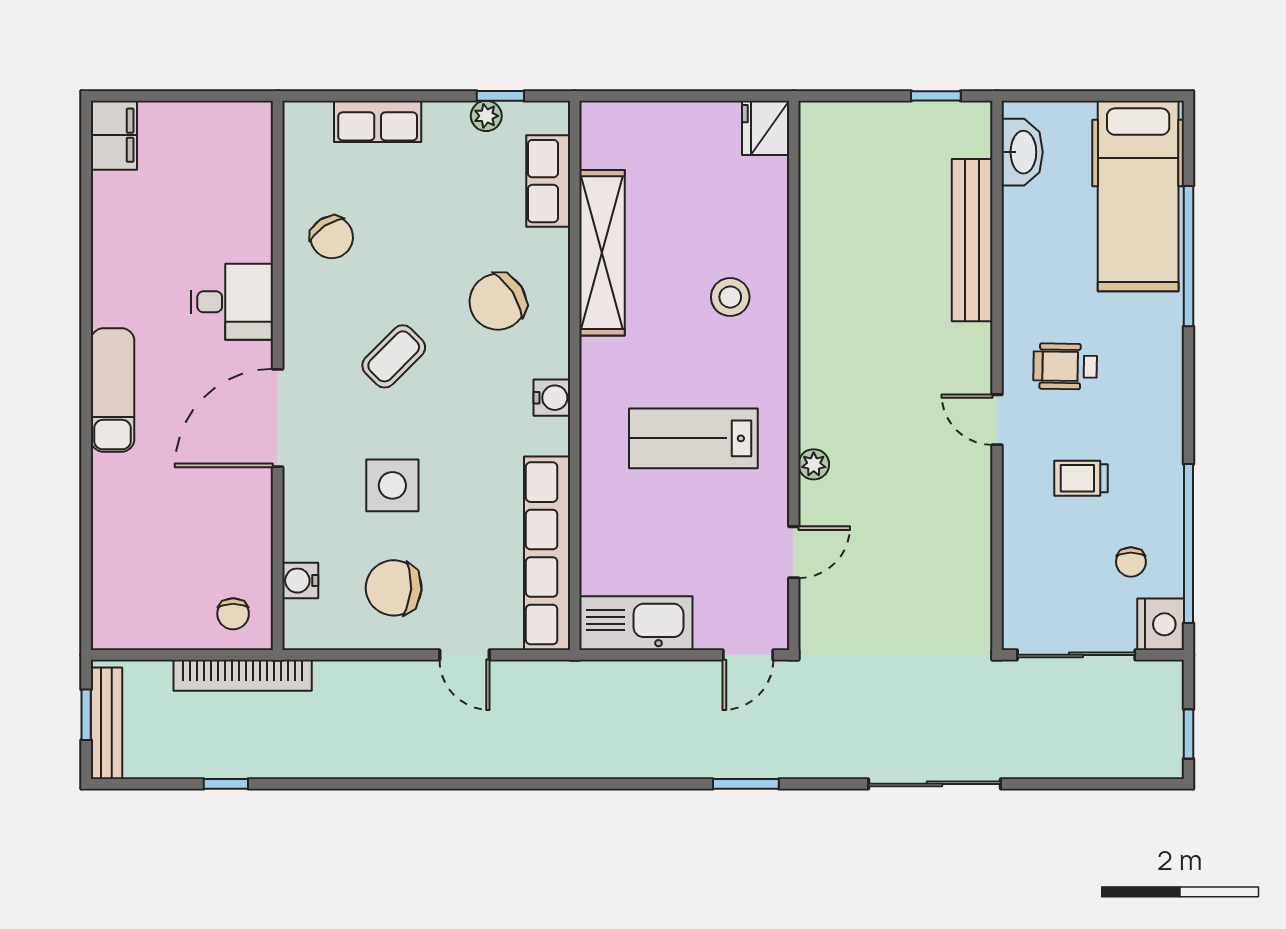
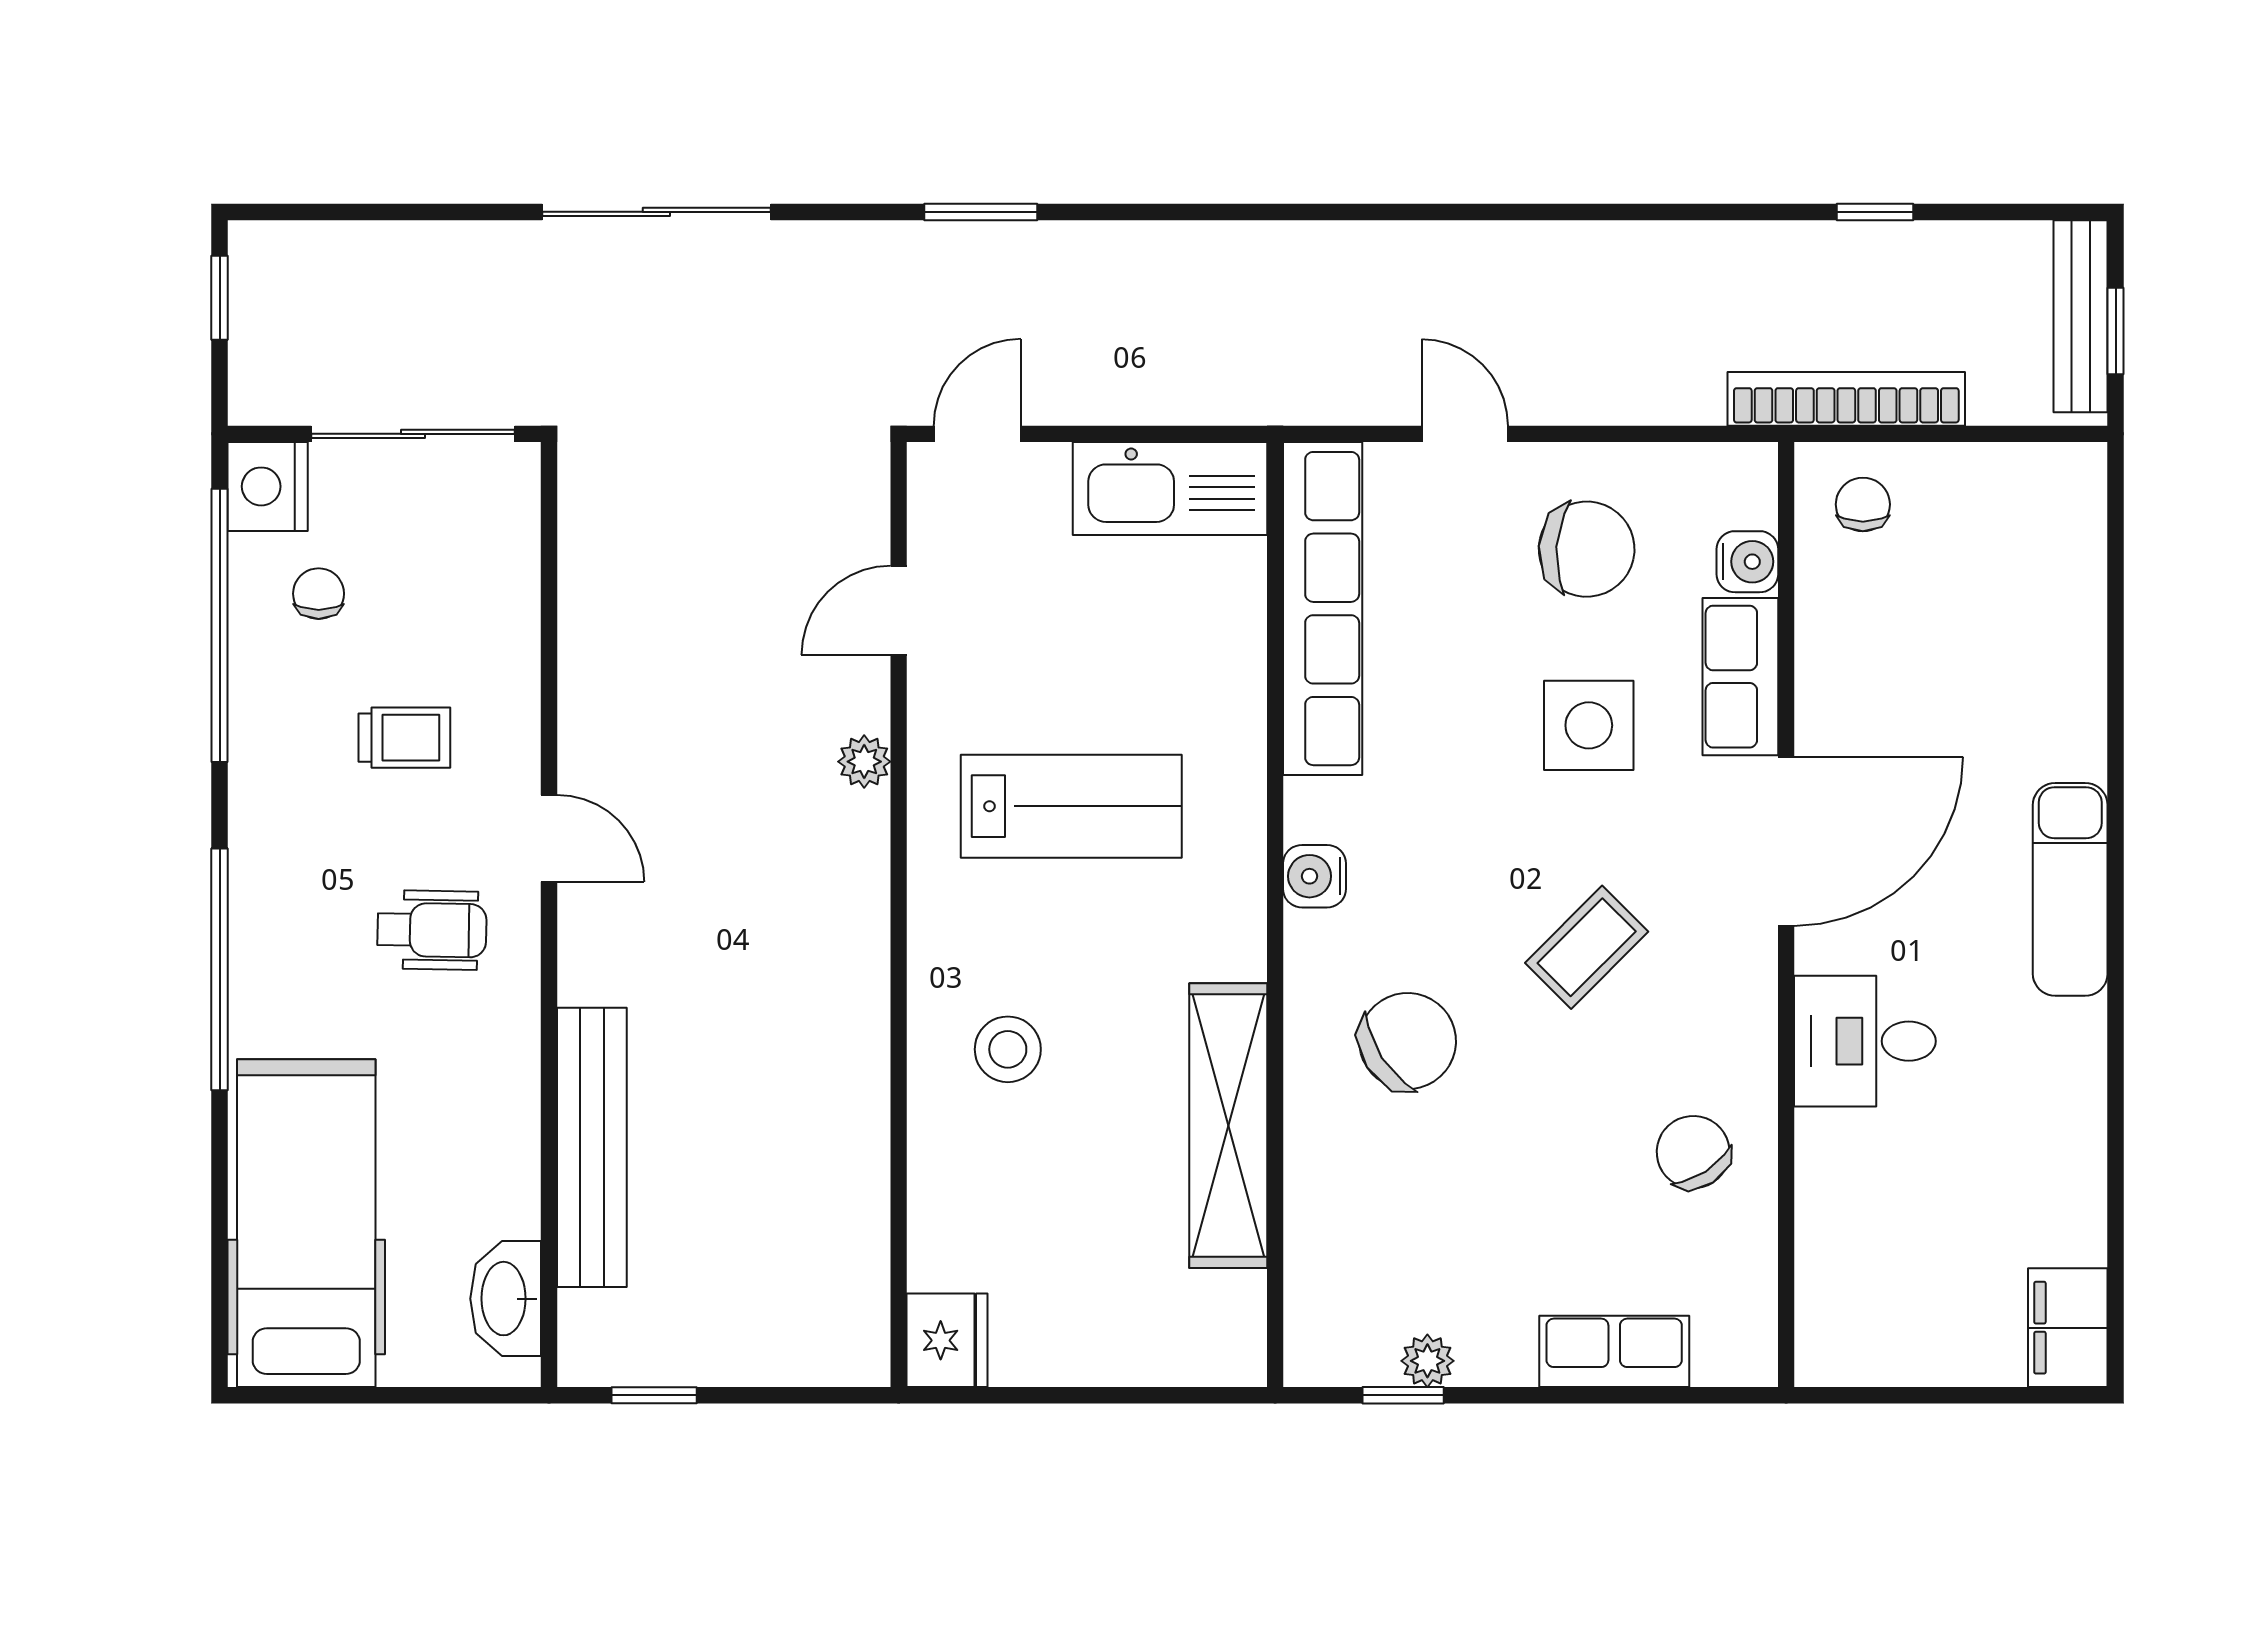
row of seats: (548, 181) -> (1740, 677), moved, turned 180
window: (1189, 256) -> (220, 969), moved

